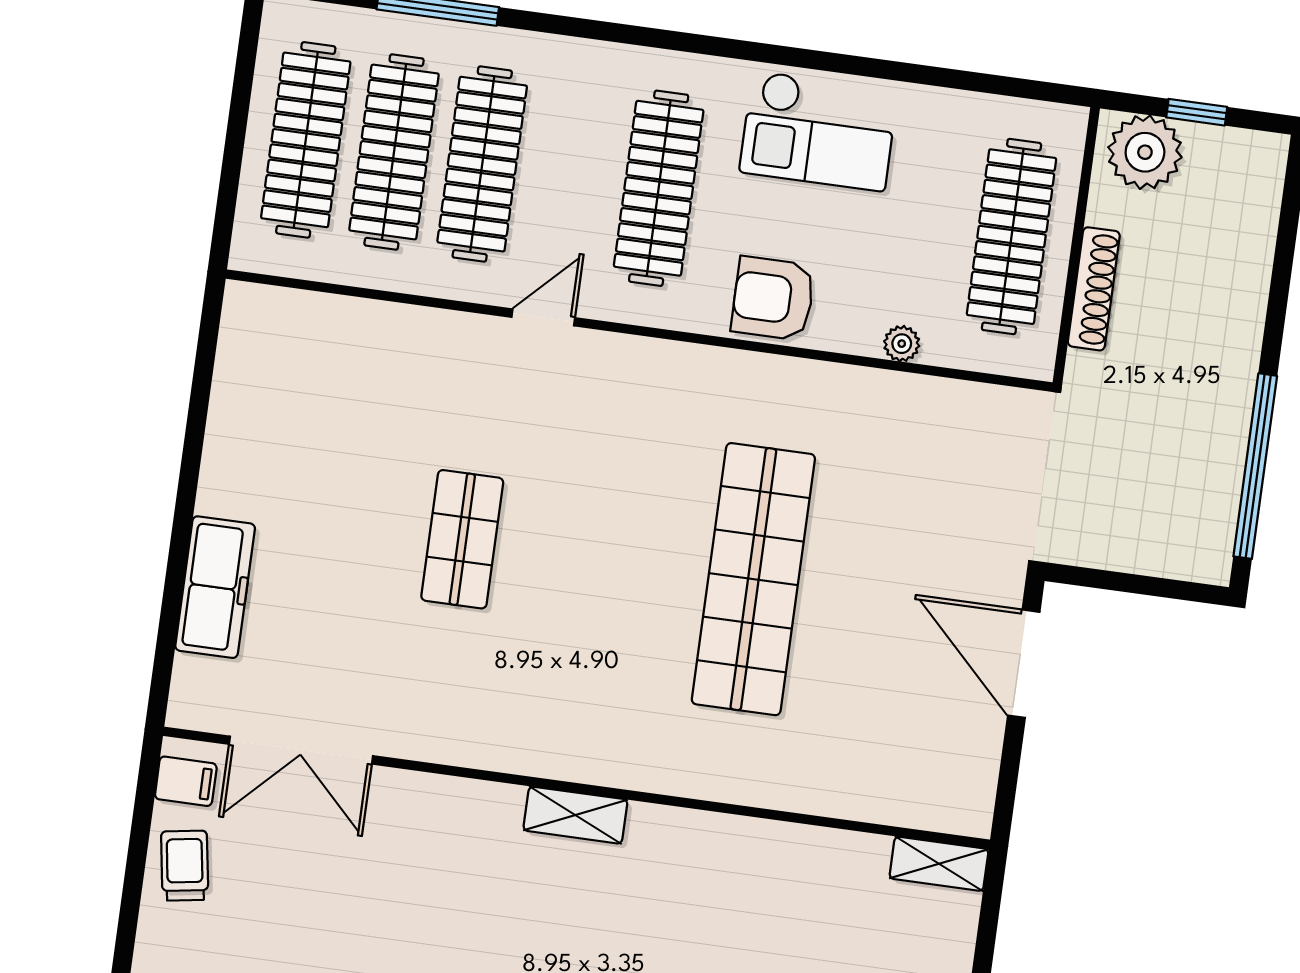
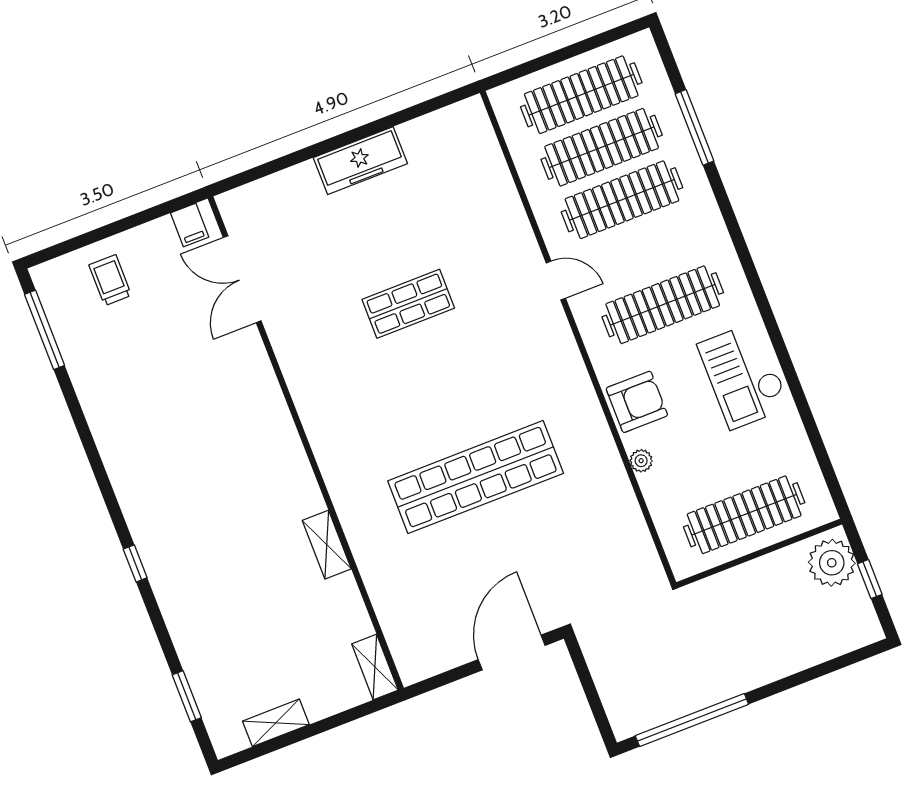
shoe rack: (1094, 289) -> (741, 576), removed
armchair: (773, 298) -> (637, 402), turned 90
plant: (902, 344) -> (641, 461), moved
freezer: (215, 587) -> (360, 161), moved
shelving: (575, 815) -> (327, 545), moved
trolley: (185, 866) -> (110, 280), moved, turned -81

